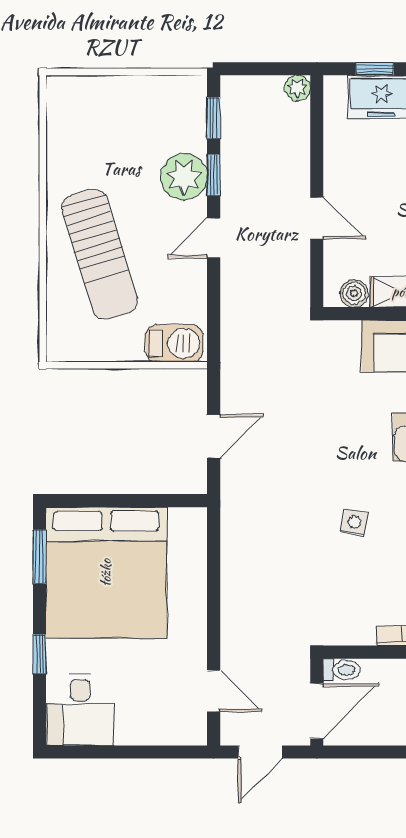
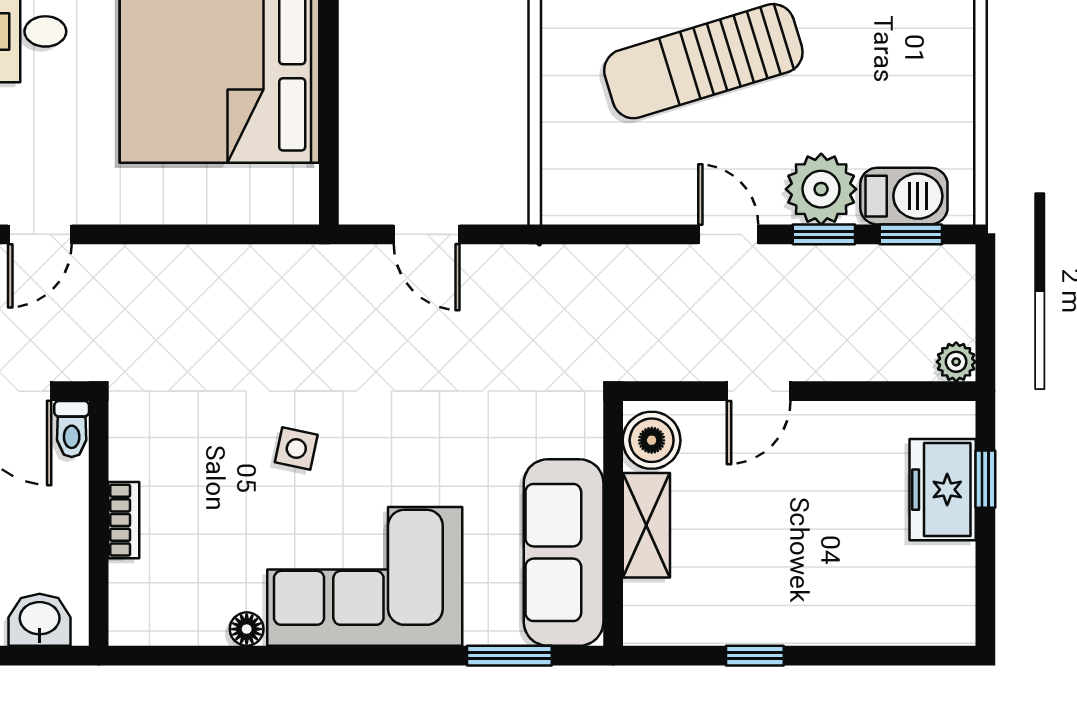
boiler: (354, 293) -> (652, 440), width x1.36, depth x1.36
barbecue: (174, 343) -> (904, 196), moved, turned -90

